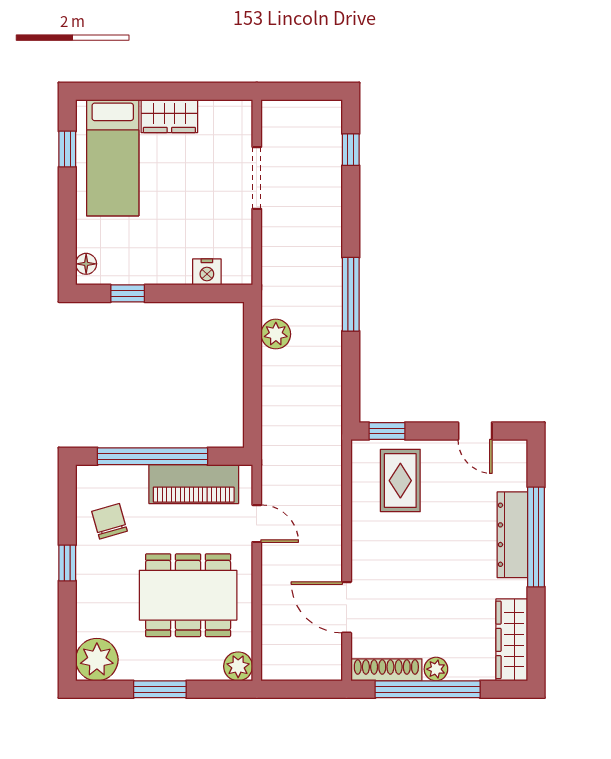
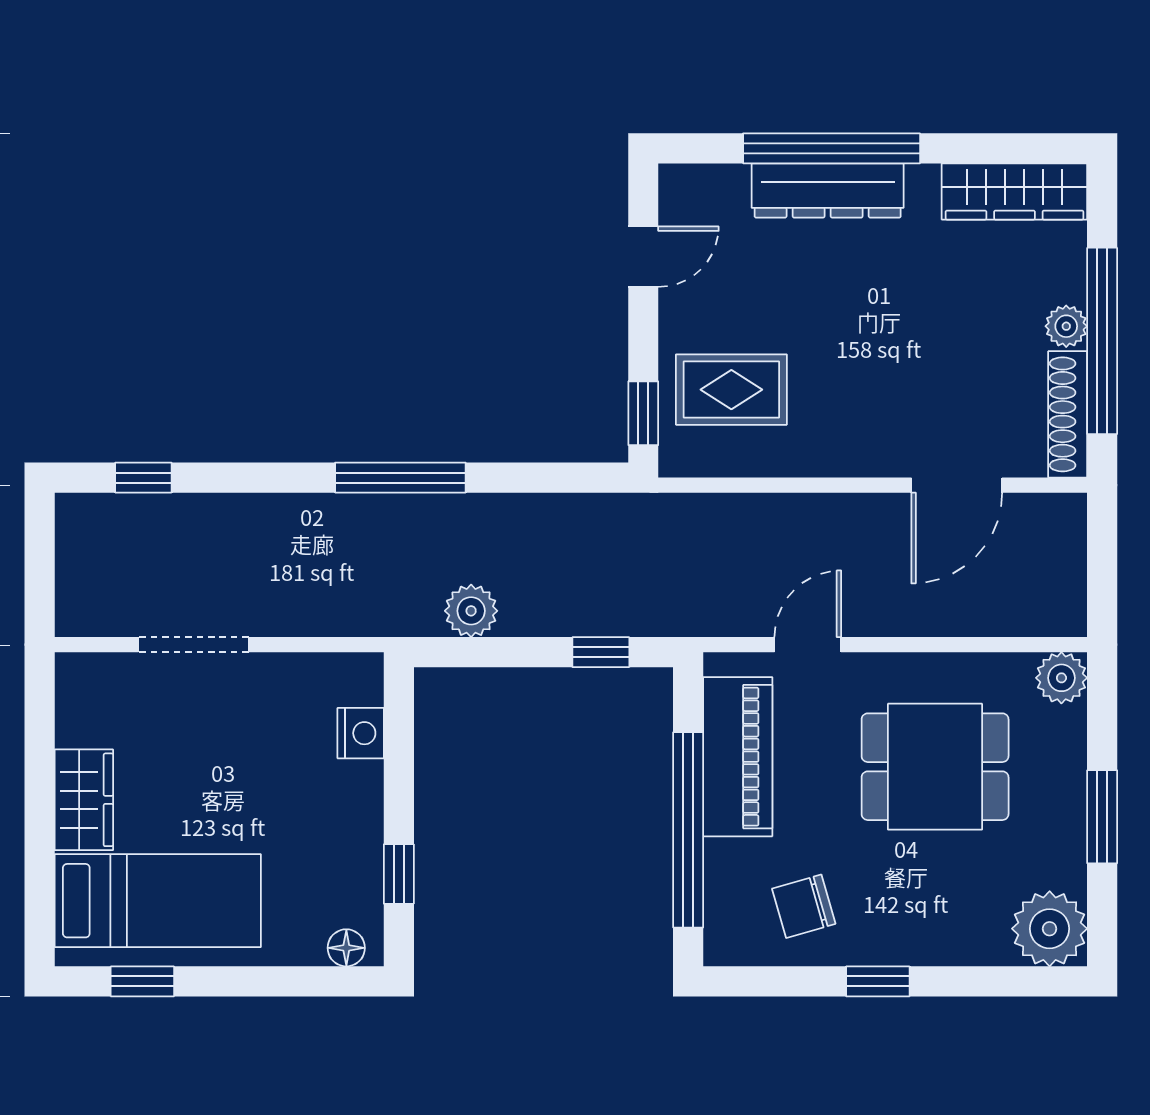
window: (253, 407) -> (601, 652), added
dining table: (188, 595) -> (935, 767), width x0.73

